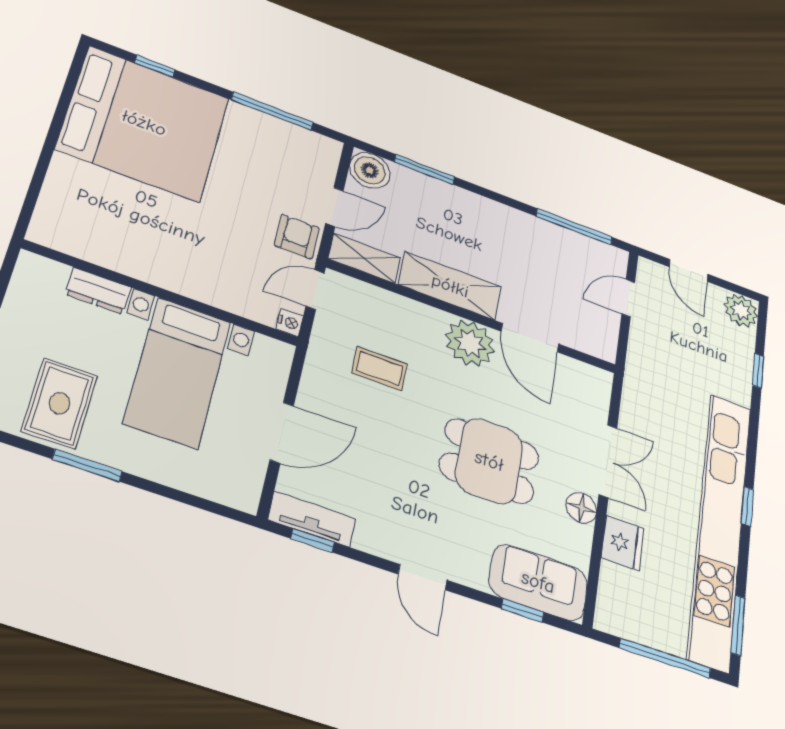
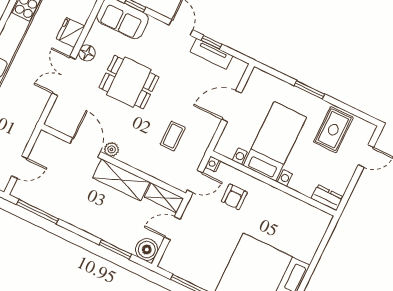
armchair: (297, 237) -> (234, 197), moved
dresser: (98, 291) -> (327, 198), moved
plant: (470, 343) -> (112, 149), width x0.53, depth x0.53
coffee table: (380, 368) -> (173, 136), turned 90
window: (87, 465) -> (309, 90), moved
tv unit: (312, 519) -> (212, 54), moved
window: (312, 540) -> (211, 42), moved

